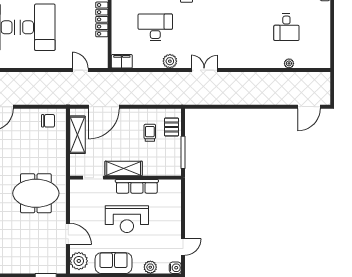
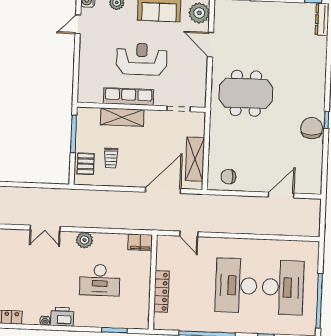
shelving: (124, 168) -> (122, 117), moved

